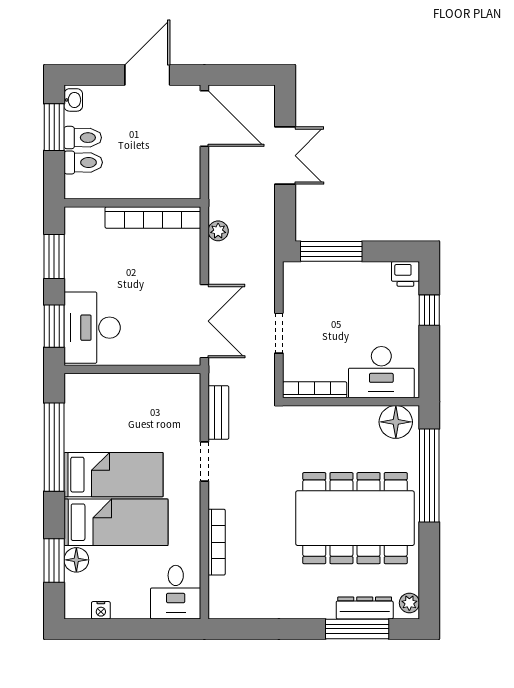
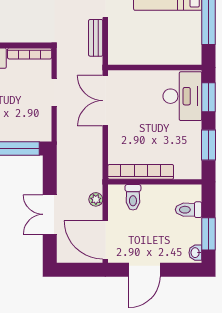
toilet: (83, 138) -> (133, 197), moved, turned -90
plant: (218, 231) -> (96, 199), moved

